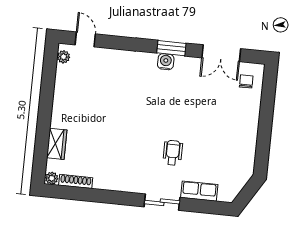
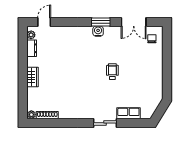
door: (85, 39) -> (44, 22), hinge flipped
dresser: (62, 77) -> (32, 48), added
wardrobe: (57, 144) -> (32, 77), moved
wheelchair: (173, 153) -> (112, 72), moved

